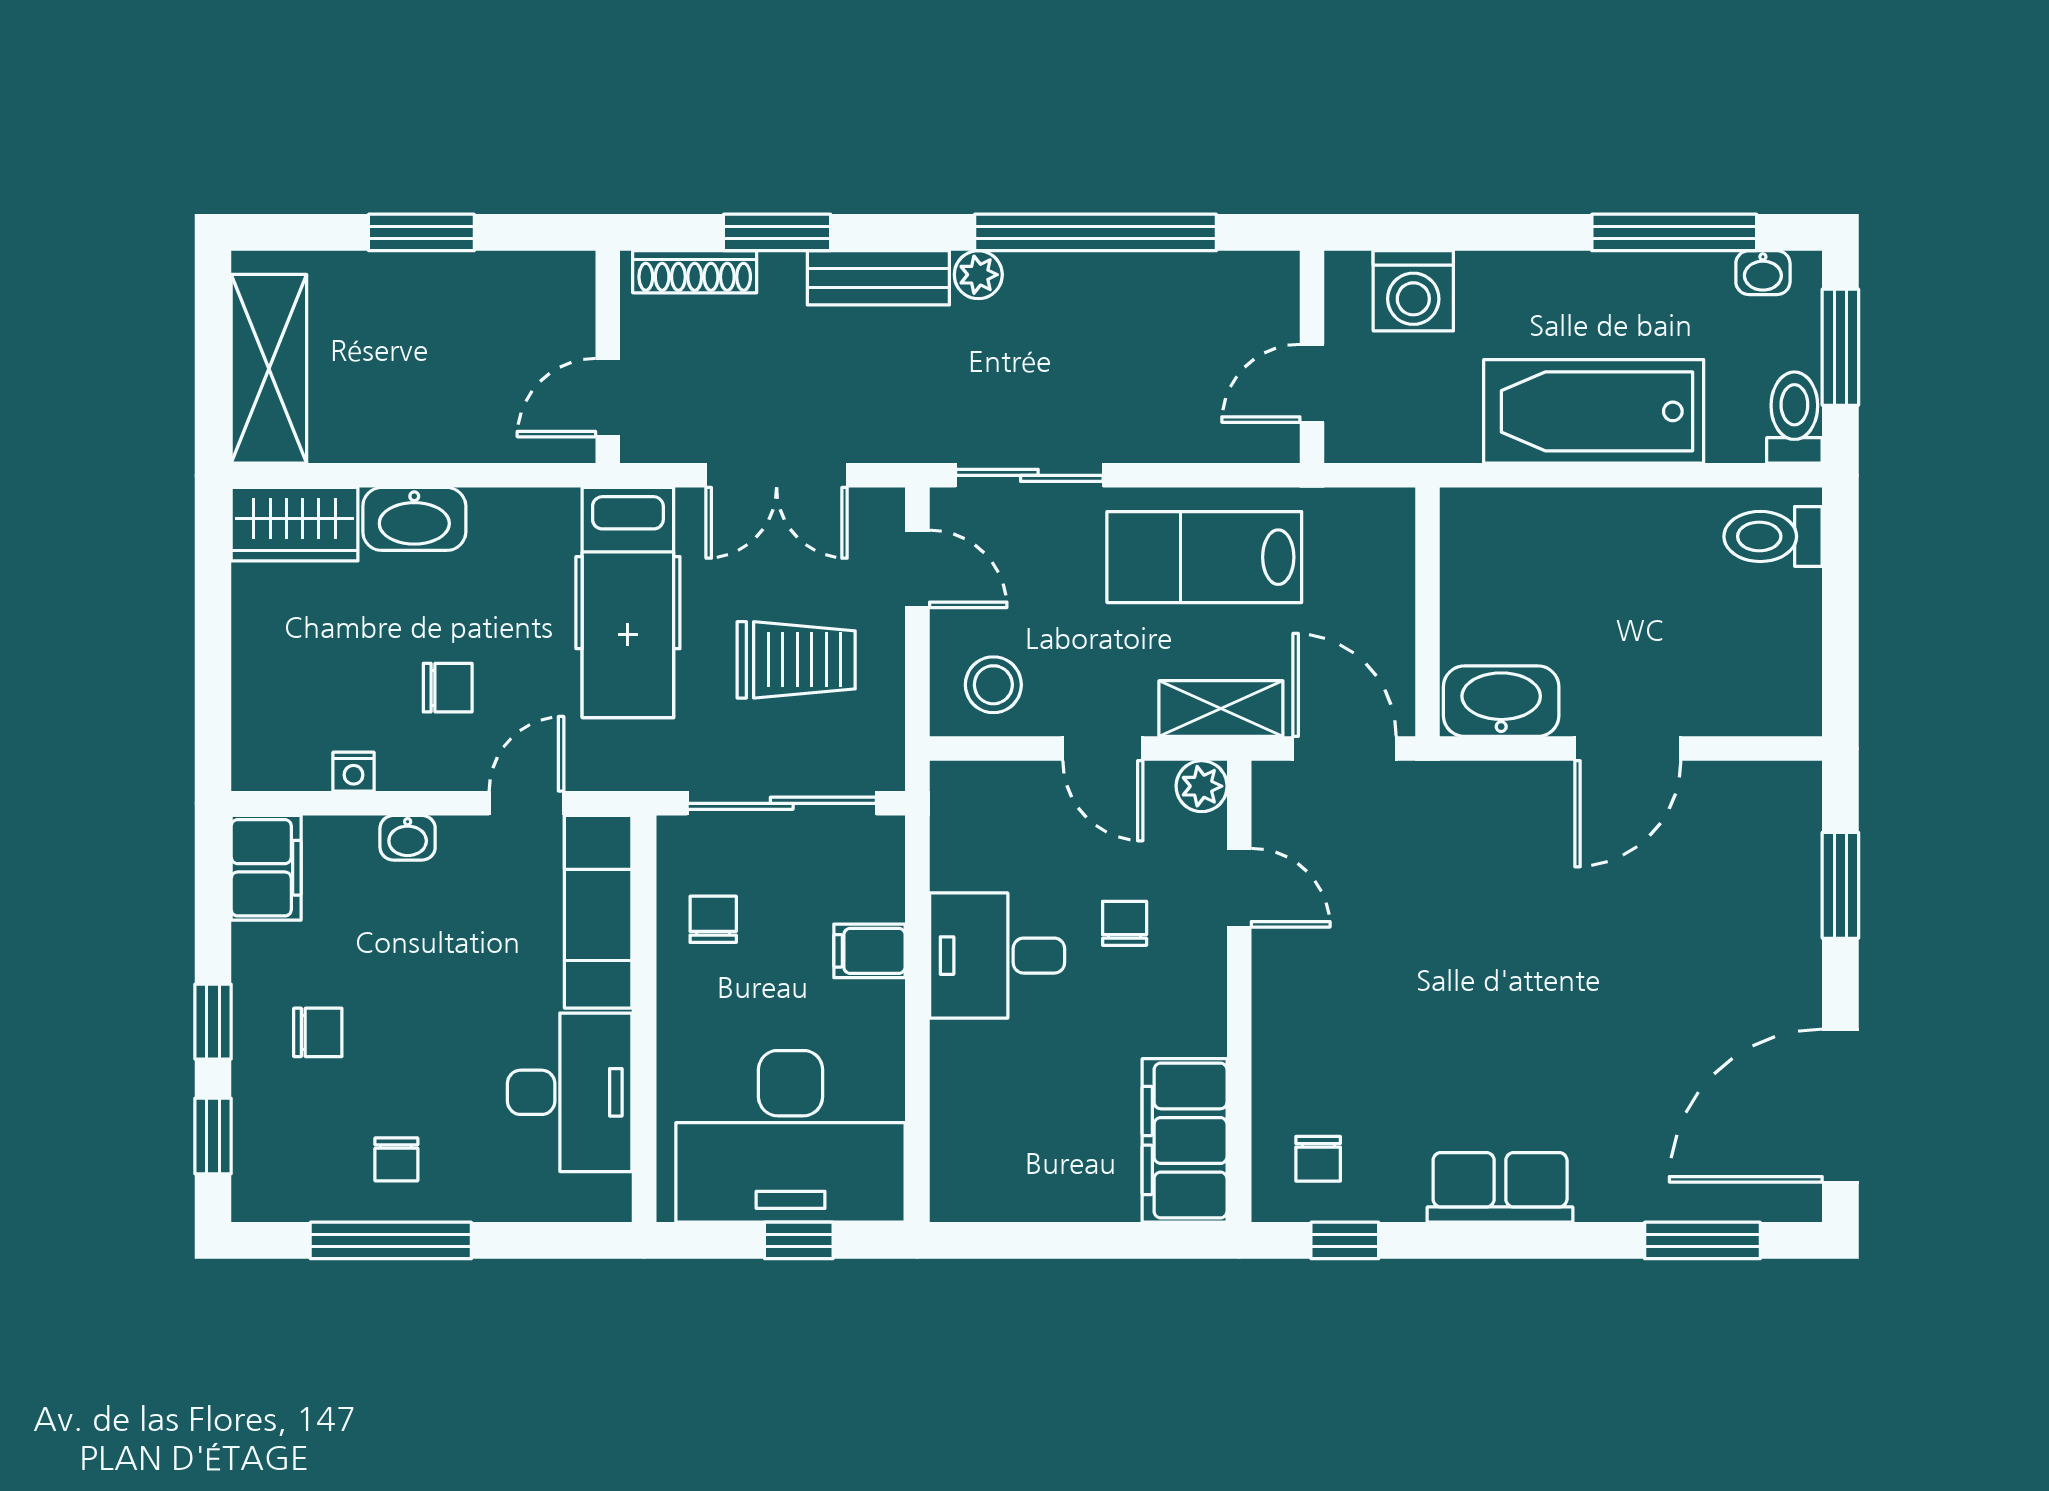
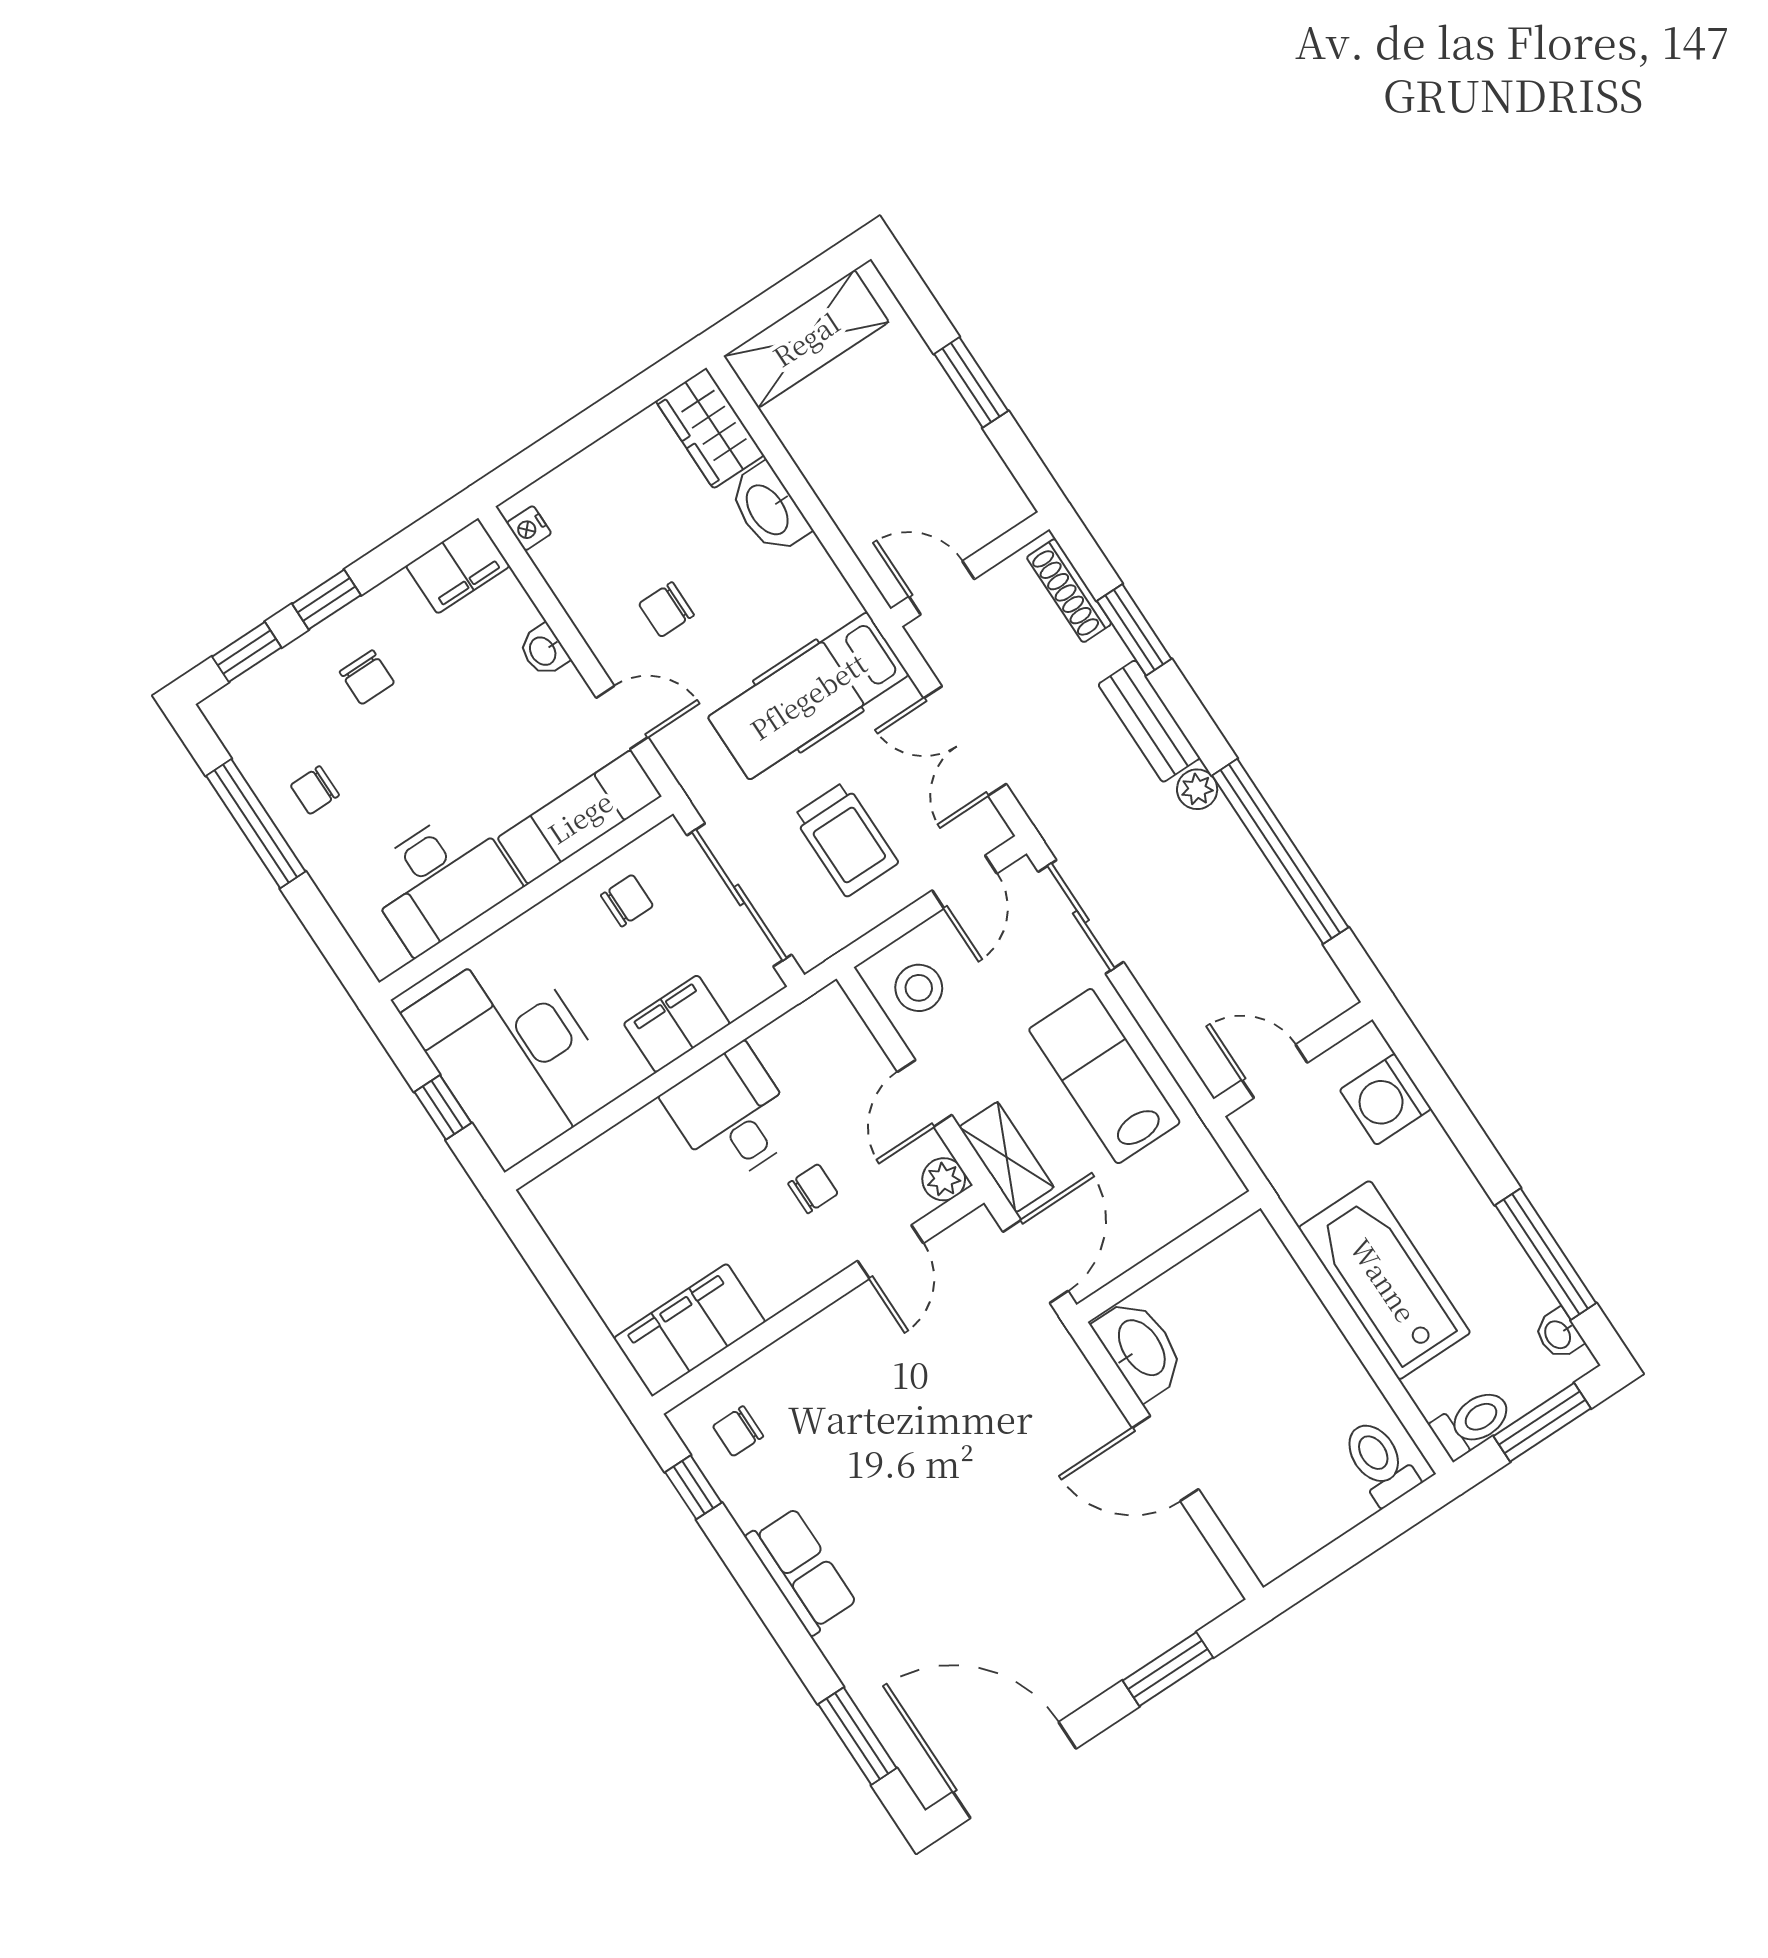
chair: (448, 688) -> (666, 610), turned 90
nightstand: (354, 772) -> (529, 528), moved
filing cabinet: (869, 951) -> (677, 1024), width x2.00

